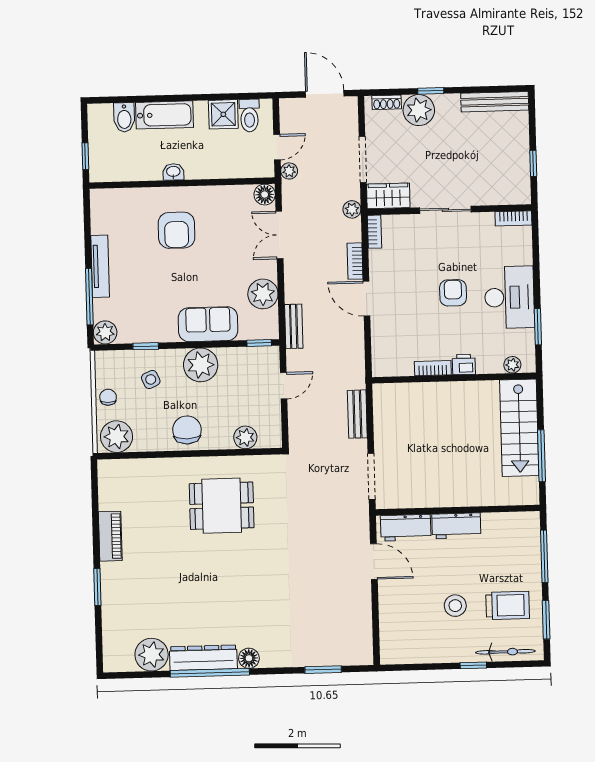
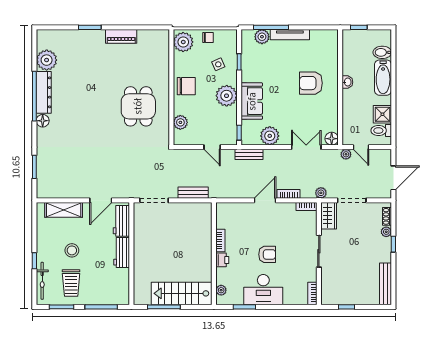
plant: (419, 110) -> (386, 232), width x0.53, depth x0.53
plant: (105, 332) -> (262, 37), moved
shelving: (391, 621) -> (64, 210), added

